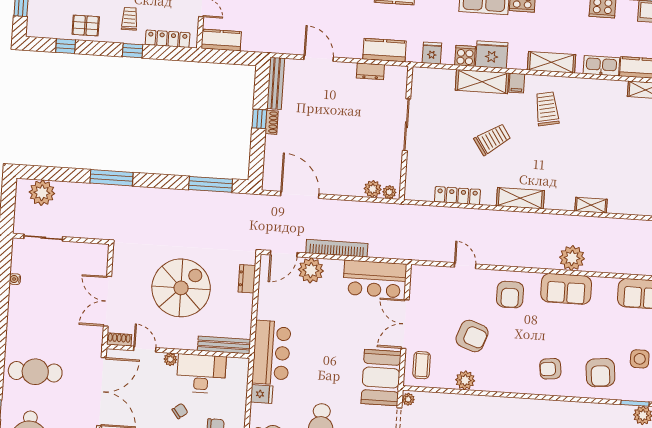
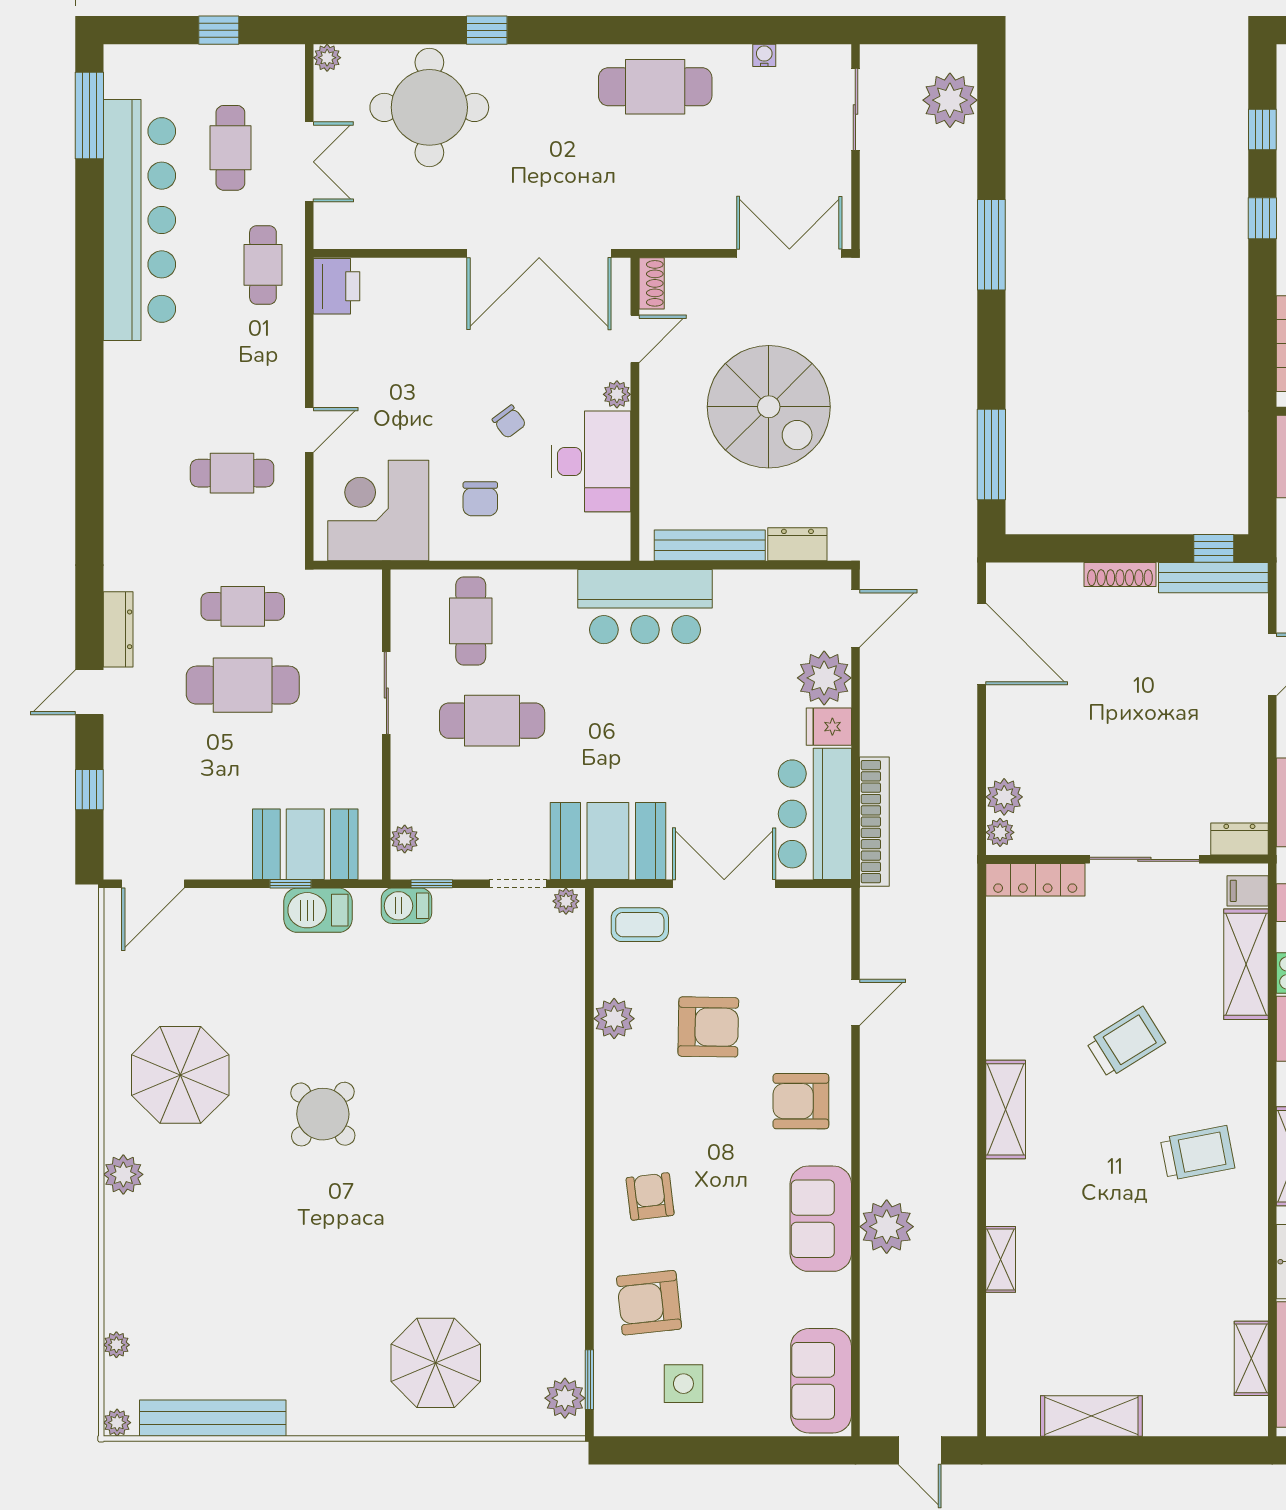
window: (133, 51) -> (1262, 218), moved
dresser: (370, 71) -> (1239, 839), moved, turned 90
shelving: (482, 82) -> (1246, 964), moved
filing cabinet: (517, 83) -> (1248, 891), moved
window: (259, 119) -> (1214, 548), moved
shoe rack: (272, 122) -> (1120, 575), width x1.43
trolley: (492, 139) -> (1126, 1042), turned -88
door: (300, 195) -> (982, 644), hinge flipped
locker: (457, 196) -> (1035, 880), moved, turned 90
bookcase: (337, 248) -> (874, 822), moved
door: (284, 254) -> (855, 618), swing flipped
double door: (107, 301) -> (789, 253), moved
armchair: (472, 336) -> (708, 1027), turned -109
bench: (224, 345) -> (710, 545), moved, turned 90
cafe table: (35, 372) -> (655, 87), moved, turned 90
fridge: (262, 394) -> (829, 727), moved, turned 90

